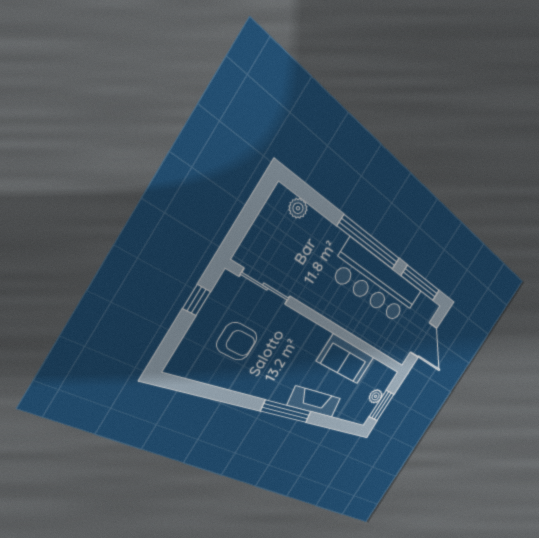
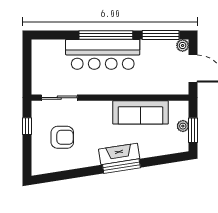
plant: (298, 208) -> (183, 45), moved
bar counter: (376, 283) -> (103, 54), moved
sofa: (346, 359) -> (140, 112), width x1.36
fireplace: (314, 402) -> (119, 154), moved

